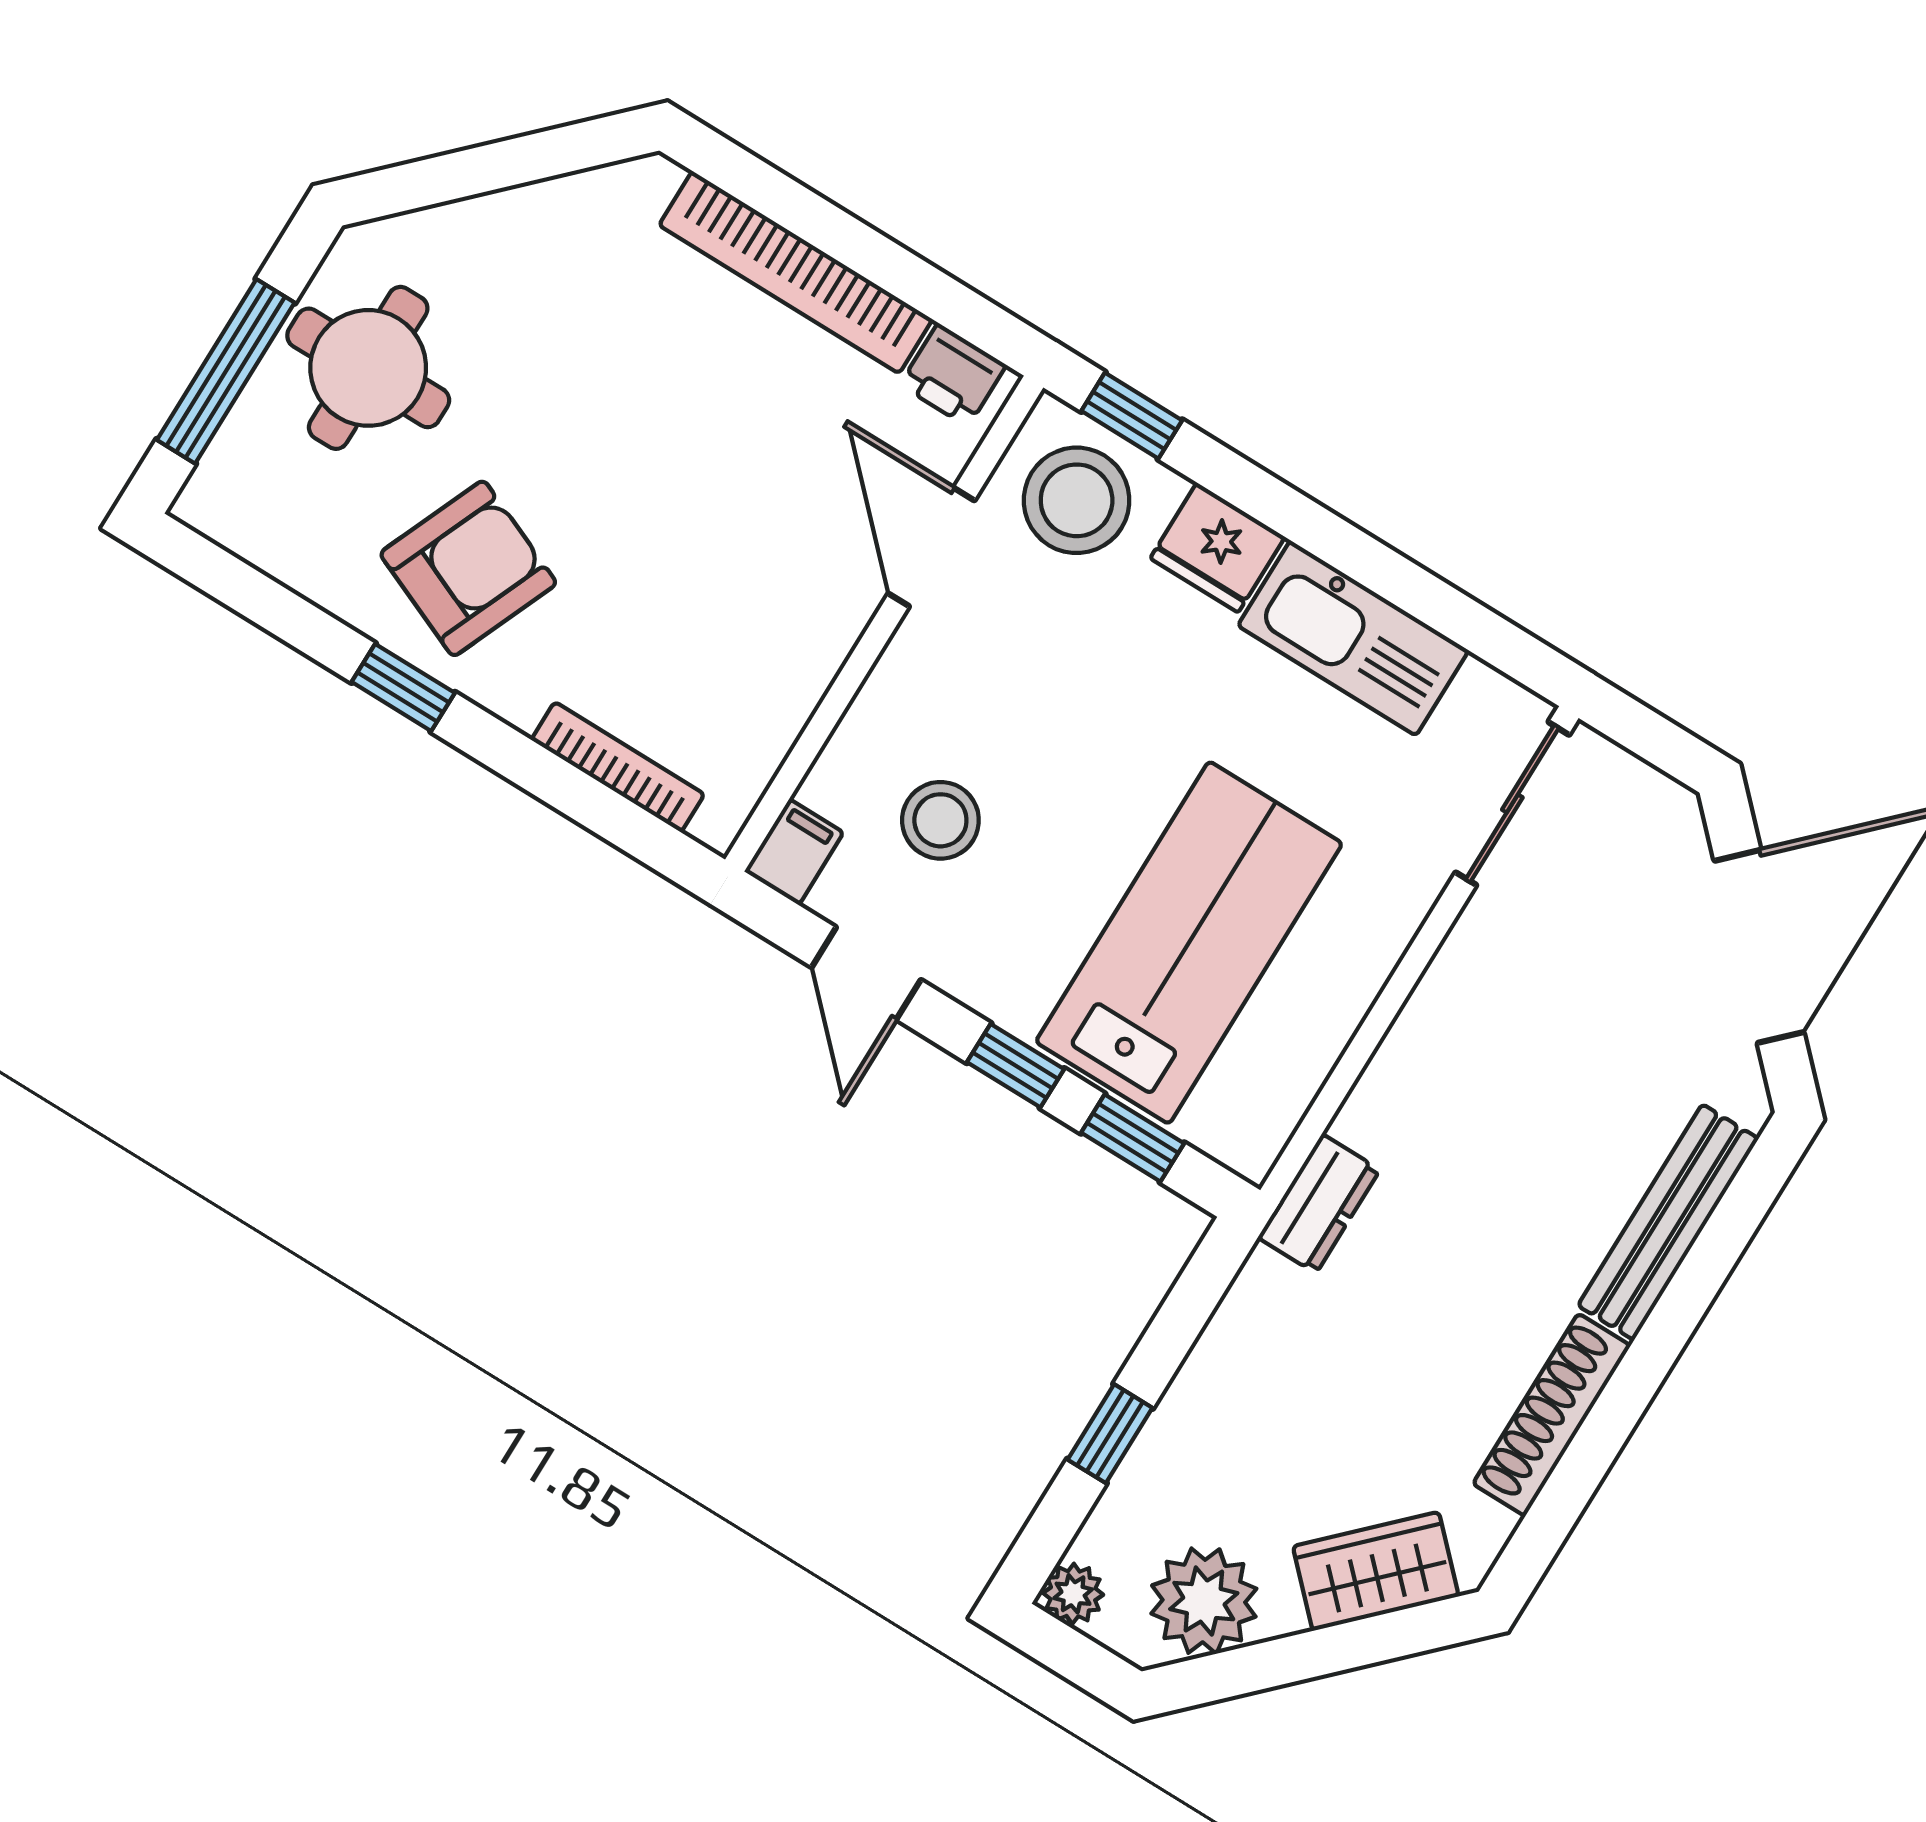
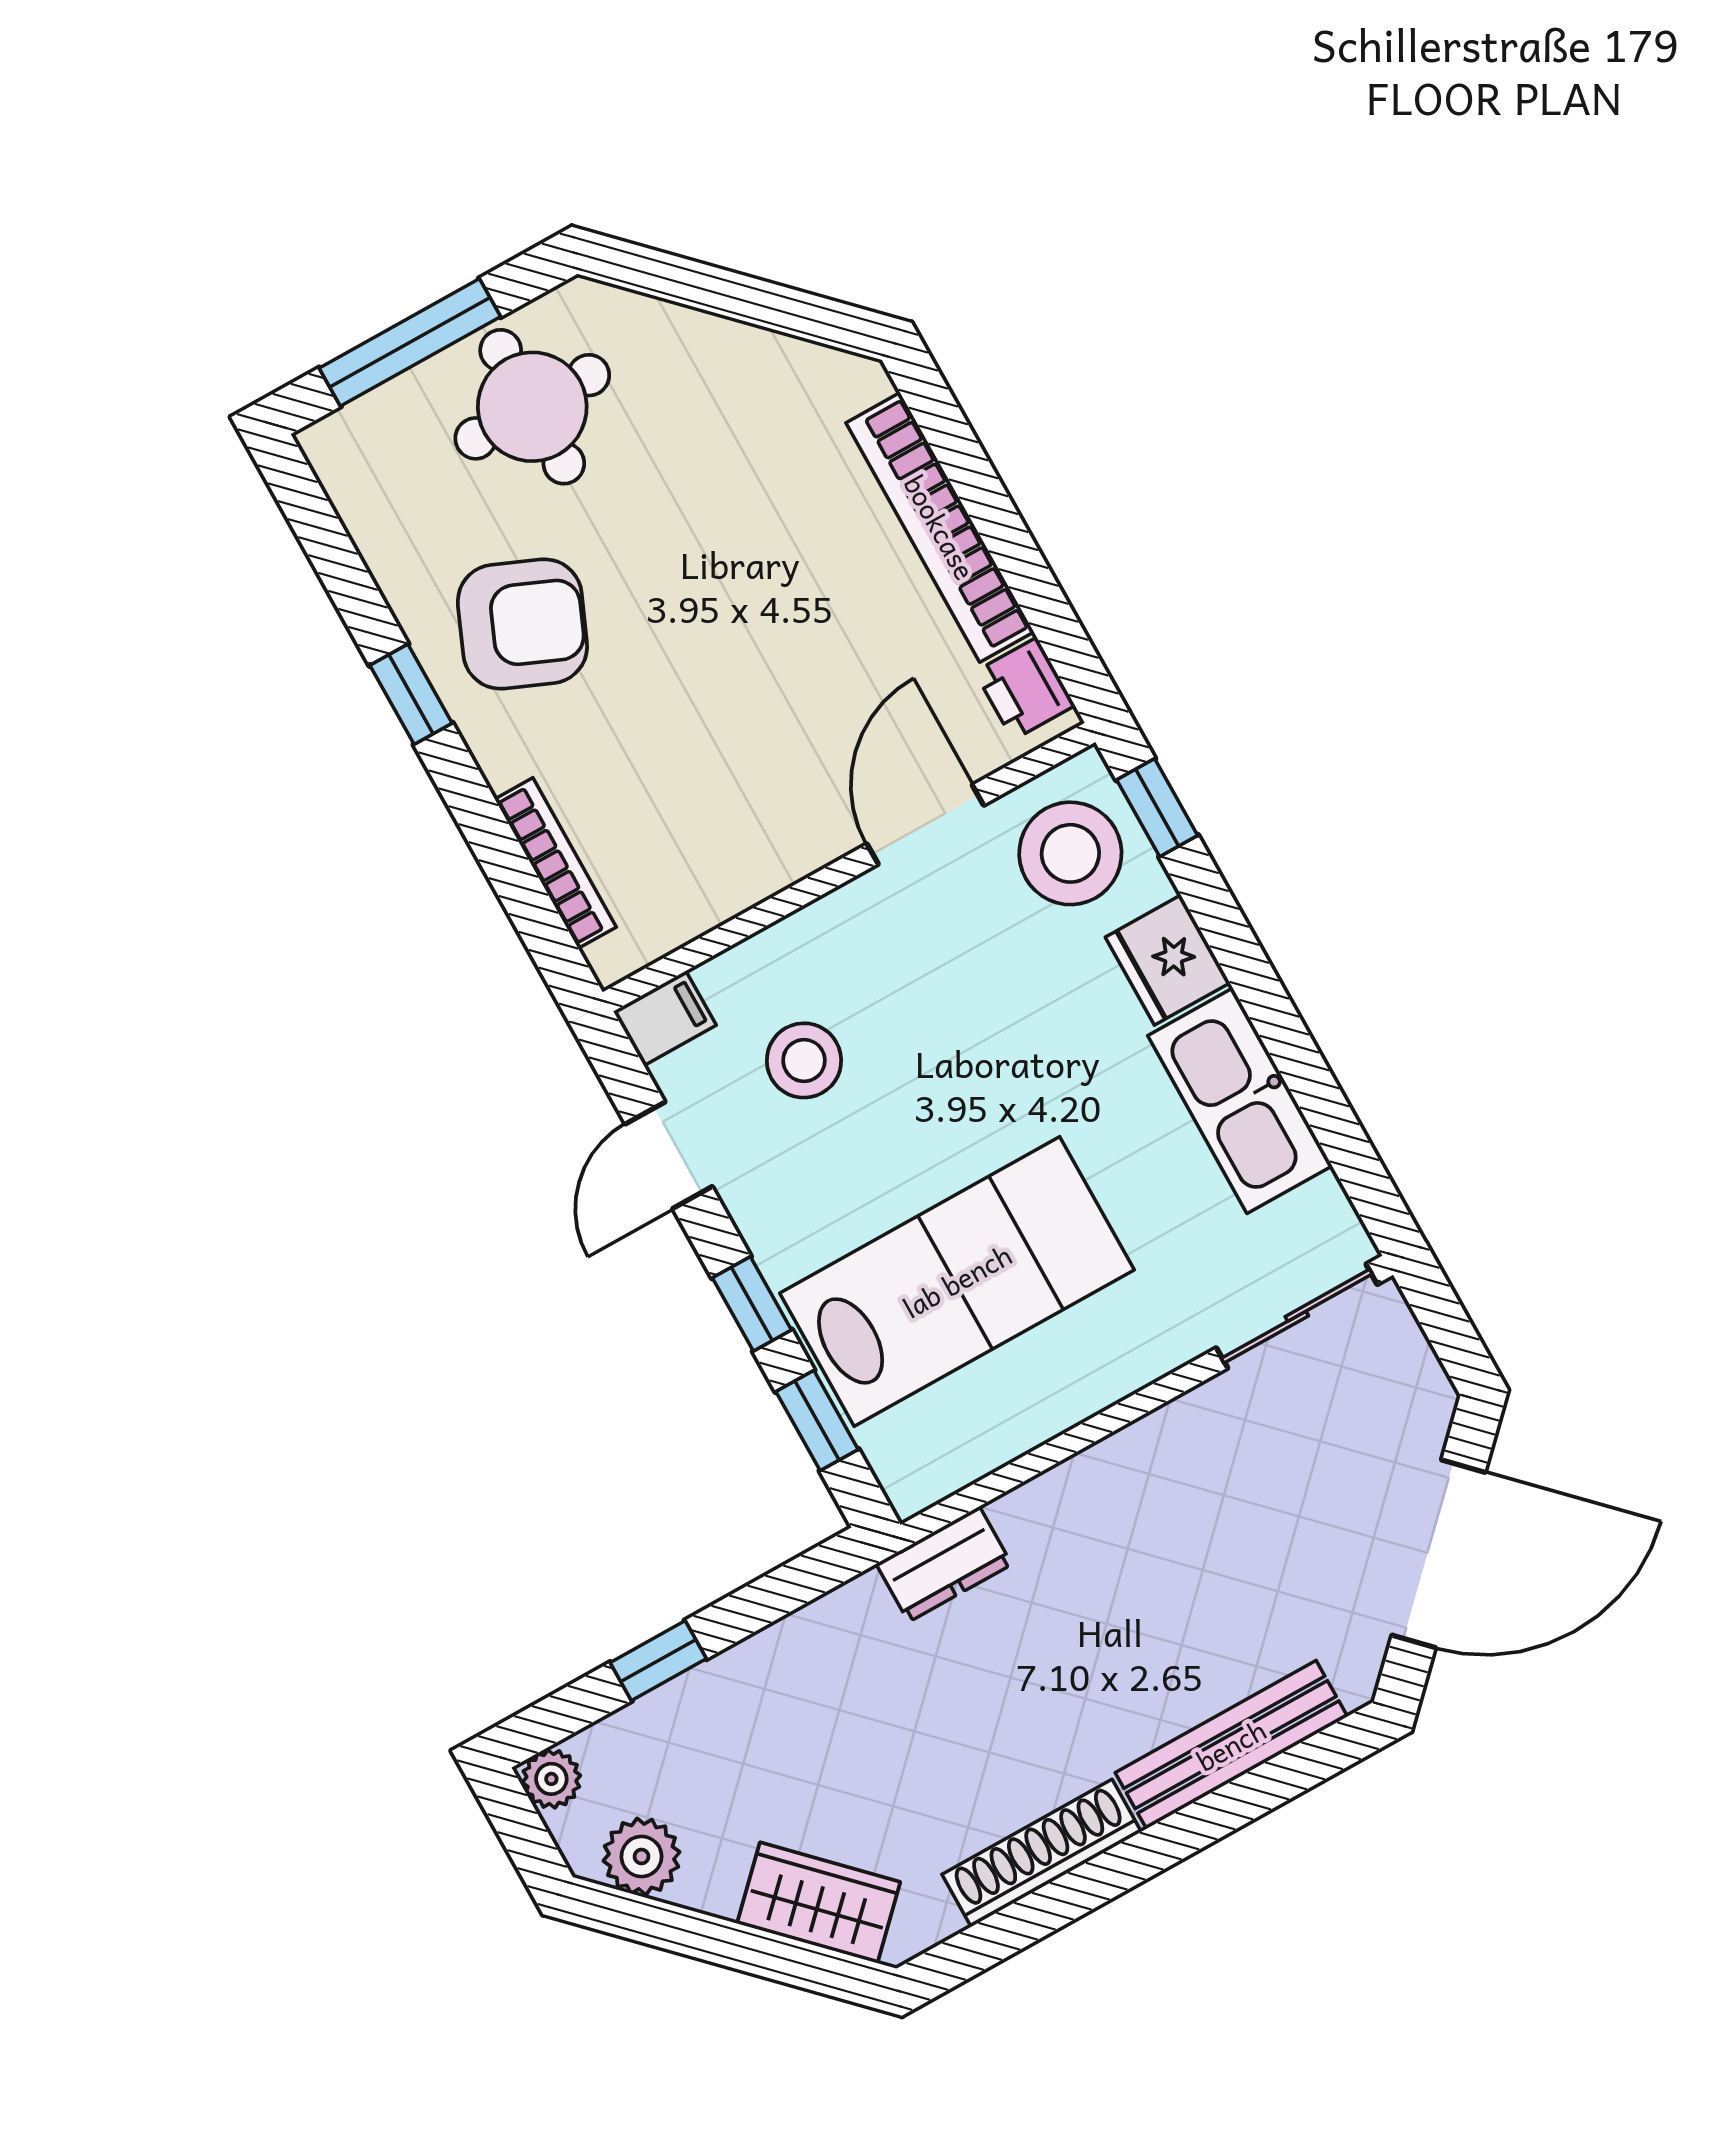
plant: (1204, 1601) -> (642, 1856), width x0.73, depth x0.73

